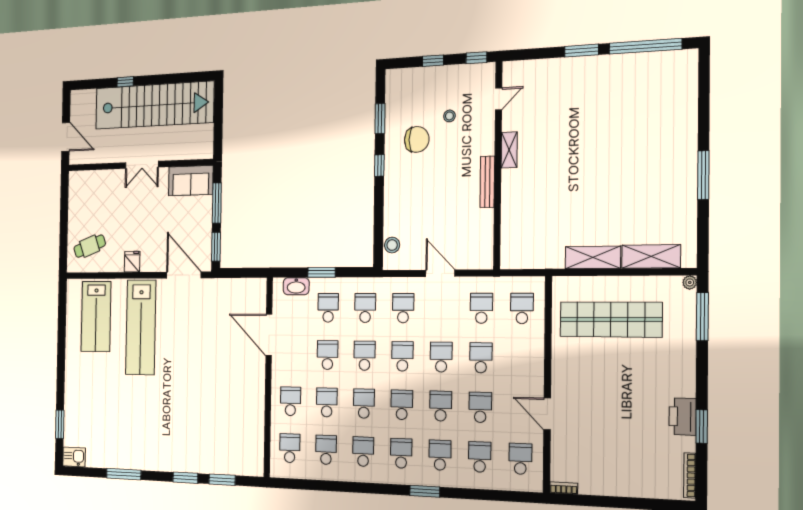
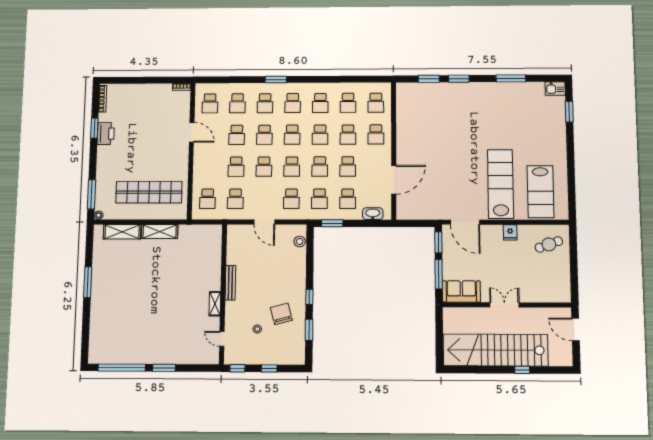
door: (499, 99) -> (222, 339), hinge flipped
chair: (417, 139) -> (281, 314), turned 75
window: (322, 272) -> (332, 223), moved
lab bench: (96, 317) -> (541, 192), turned 180
door: (269, 335) -> (394, 180), hinge flipped

